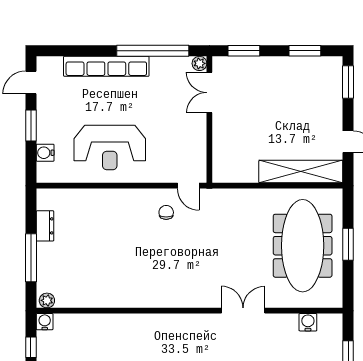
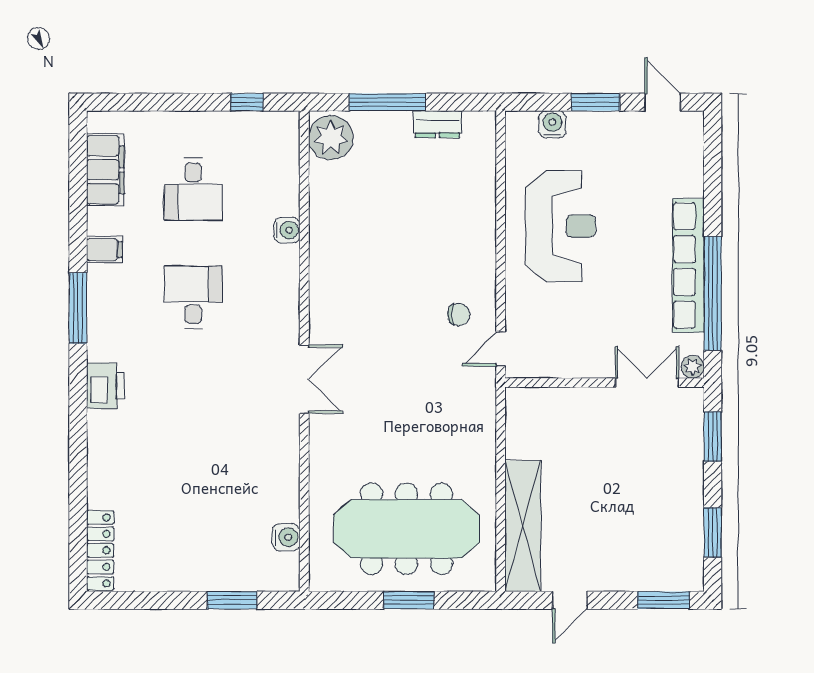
row of seats: (106, 66) -> (688, 266), moved
reception desk: (110, 148) -> (561, 226), turned 180
plant: (47, 300) -> (331, 138), width x1.88, depth x1.88
double door: (243, 311) -> (304, 379), moved
water cooler: (45, 322) -> (287, 230), moved

